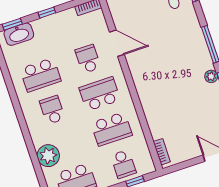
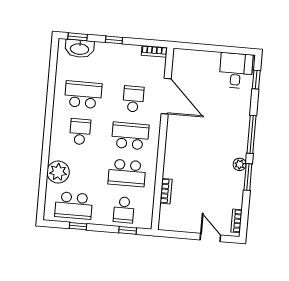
door: (117, 43) -> (166, 96), width x1.36
school desk: (40, 75) -> (83, 95), turned 180
bookcase: (162, 152) -> (166, 191), moved

